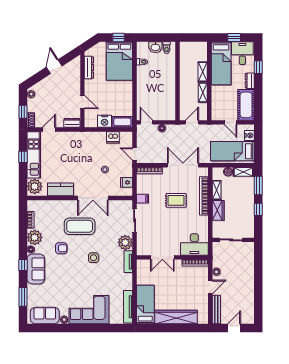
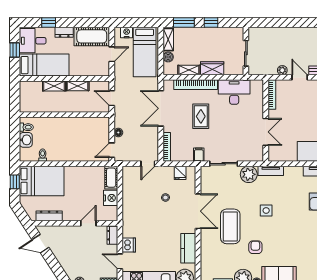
door: (54, 67) -> (40, 244), moved
dishwasher: (113, 137) -> (129, 245), moved
desk: (194, 244) -> (234, 92), moved, turned -90

